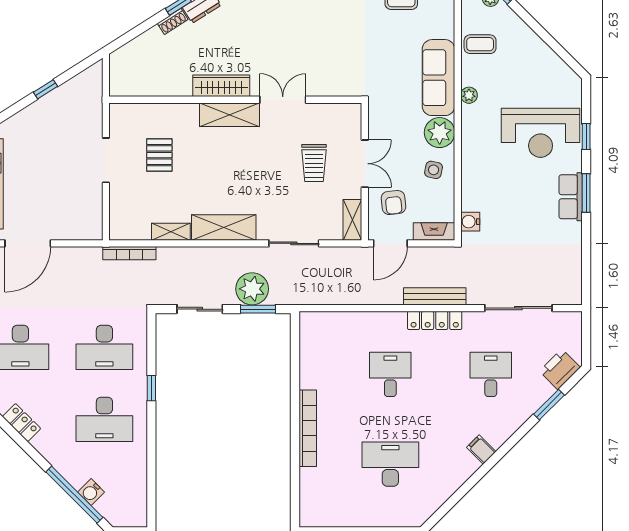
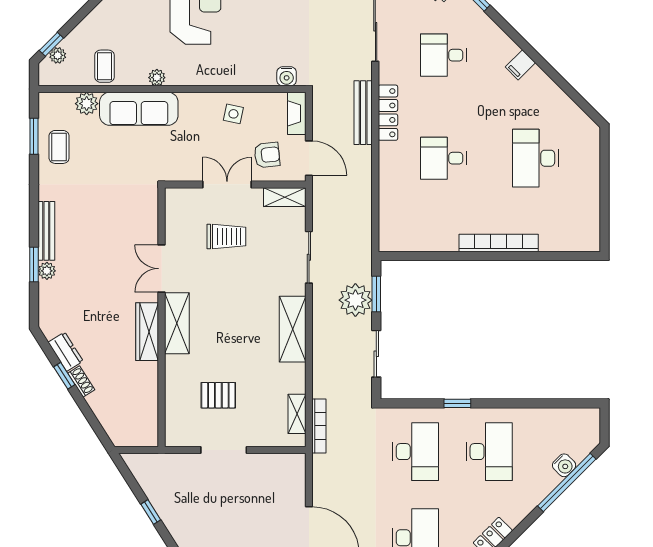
plant: (440, 133) -> (87, 104), moved, width x0.73, depth x0.73
shelving: (171, 232) -> (297, 414), moved

